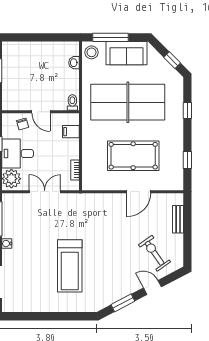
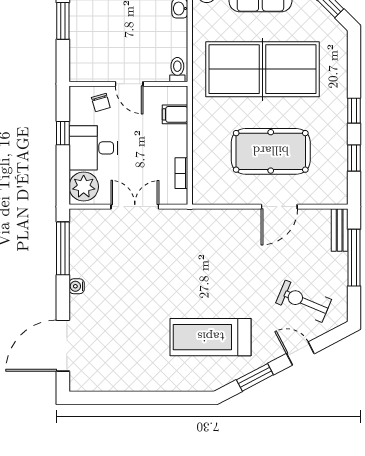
window: (187, 111) -> (354, 111), moved
bench: (178, 219) -> (340, 230), moved
window: (187, 225) -> (354, 258), added
exercise bike: (155, 253) -> (304, 301), turned -32
treadmill: (70, 266) -> (211, 337), moved, turned 90

